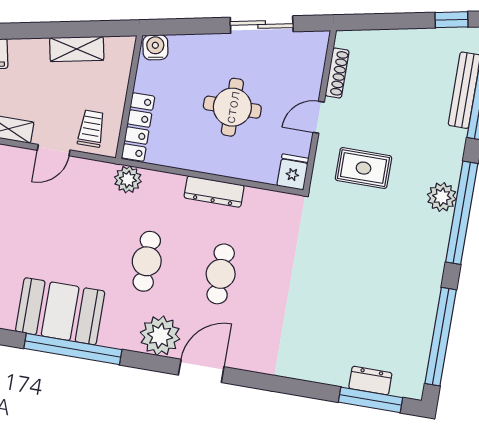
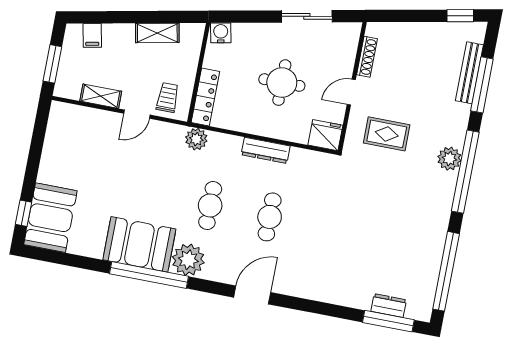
fridge: (293, 172) -> (325, 135), width x1.38
plant: (160, 336) -> (188, 260), moved

